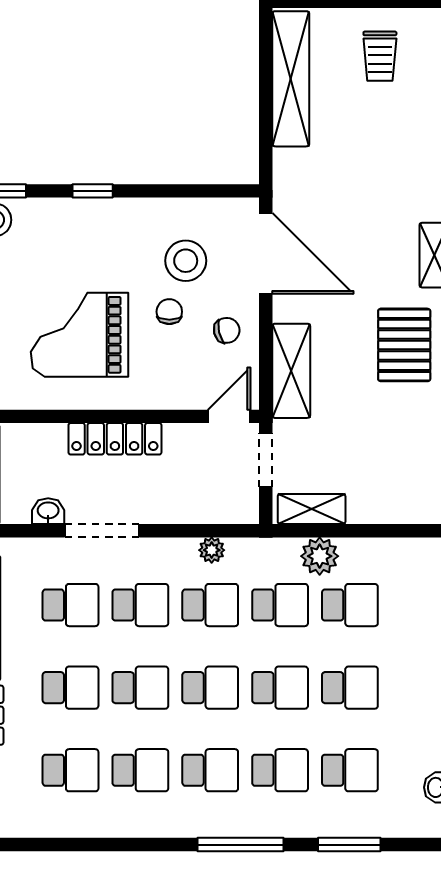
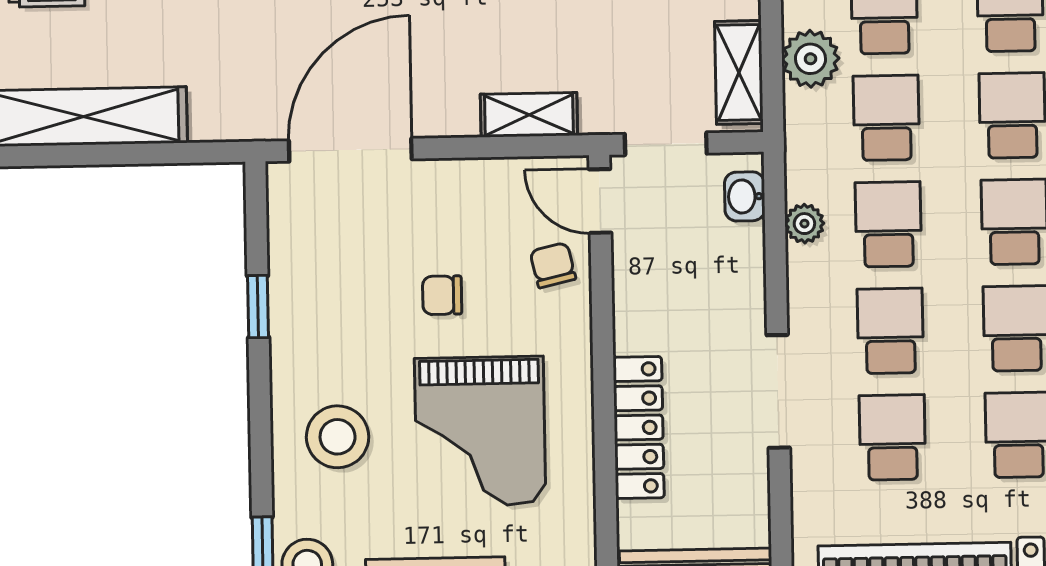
window: (93, 191) -> (258, 307), moved
stool: (186, 261) -> (338, 437), moved
chair: (227, 330) -> (553, 265), moved
shelving: (291, 371) -> (529, 115), width x0.67, depth x0.75
locker: (115, 439) -> (639, 428), moved
washbasin: (48, 511) -> (745, 196), moved

